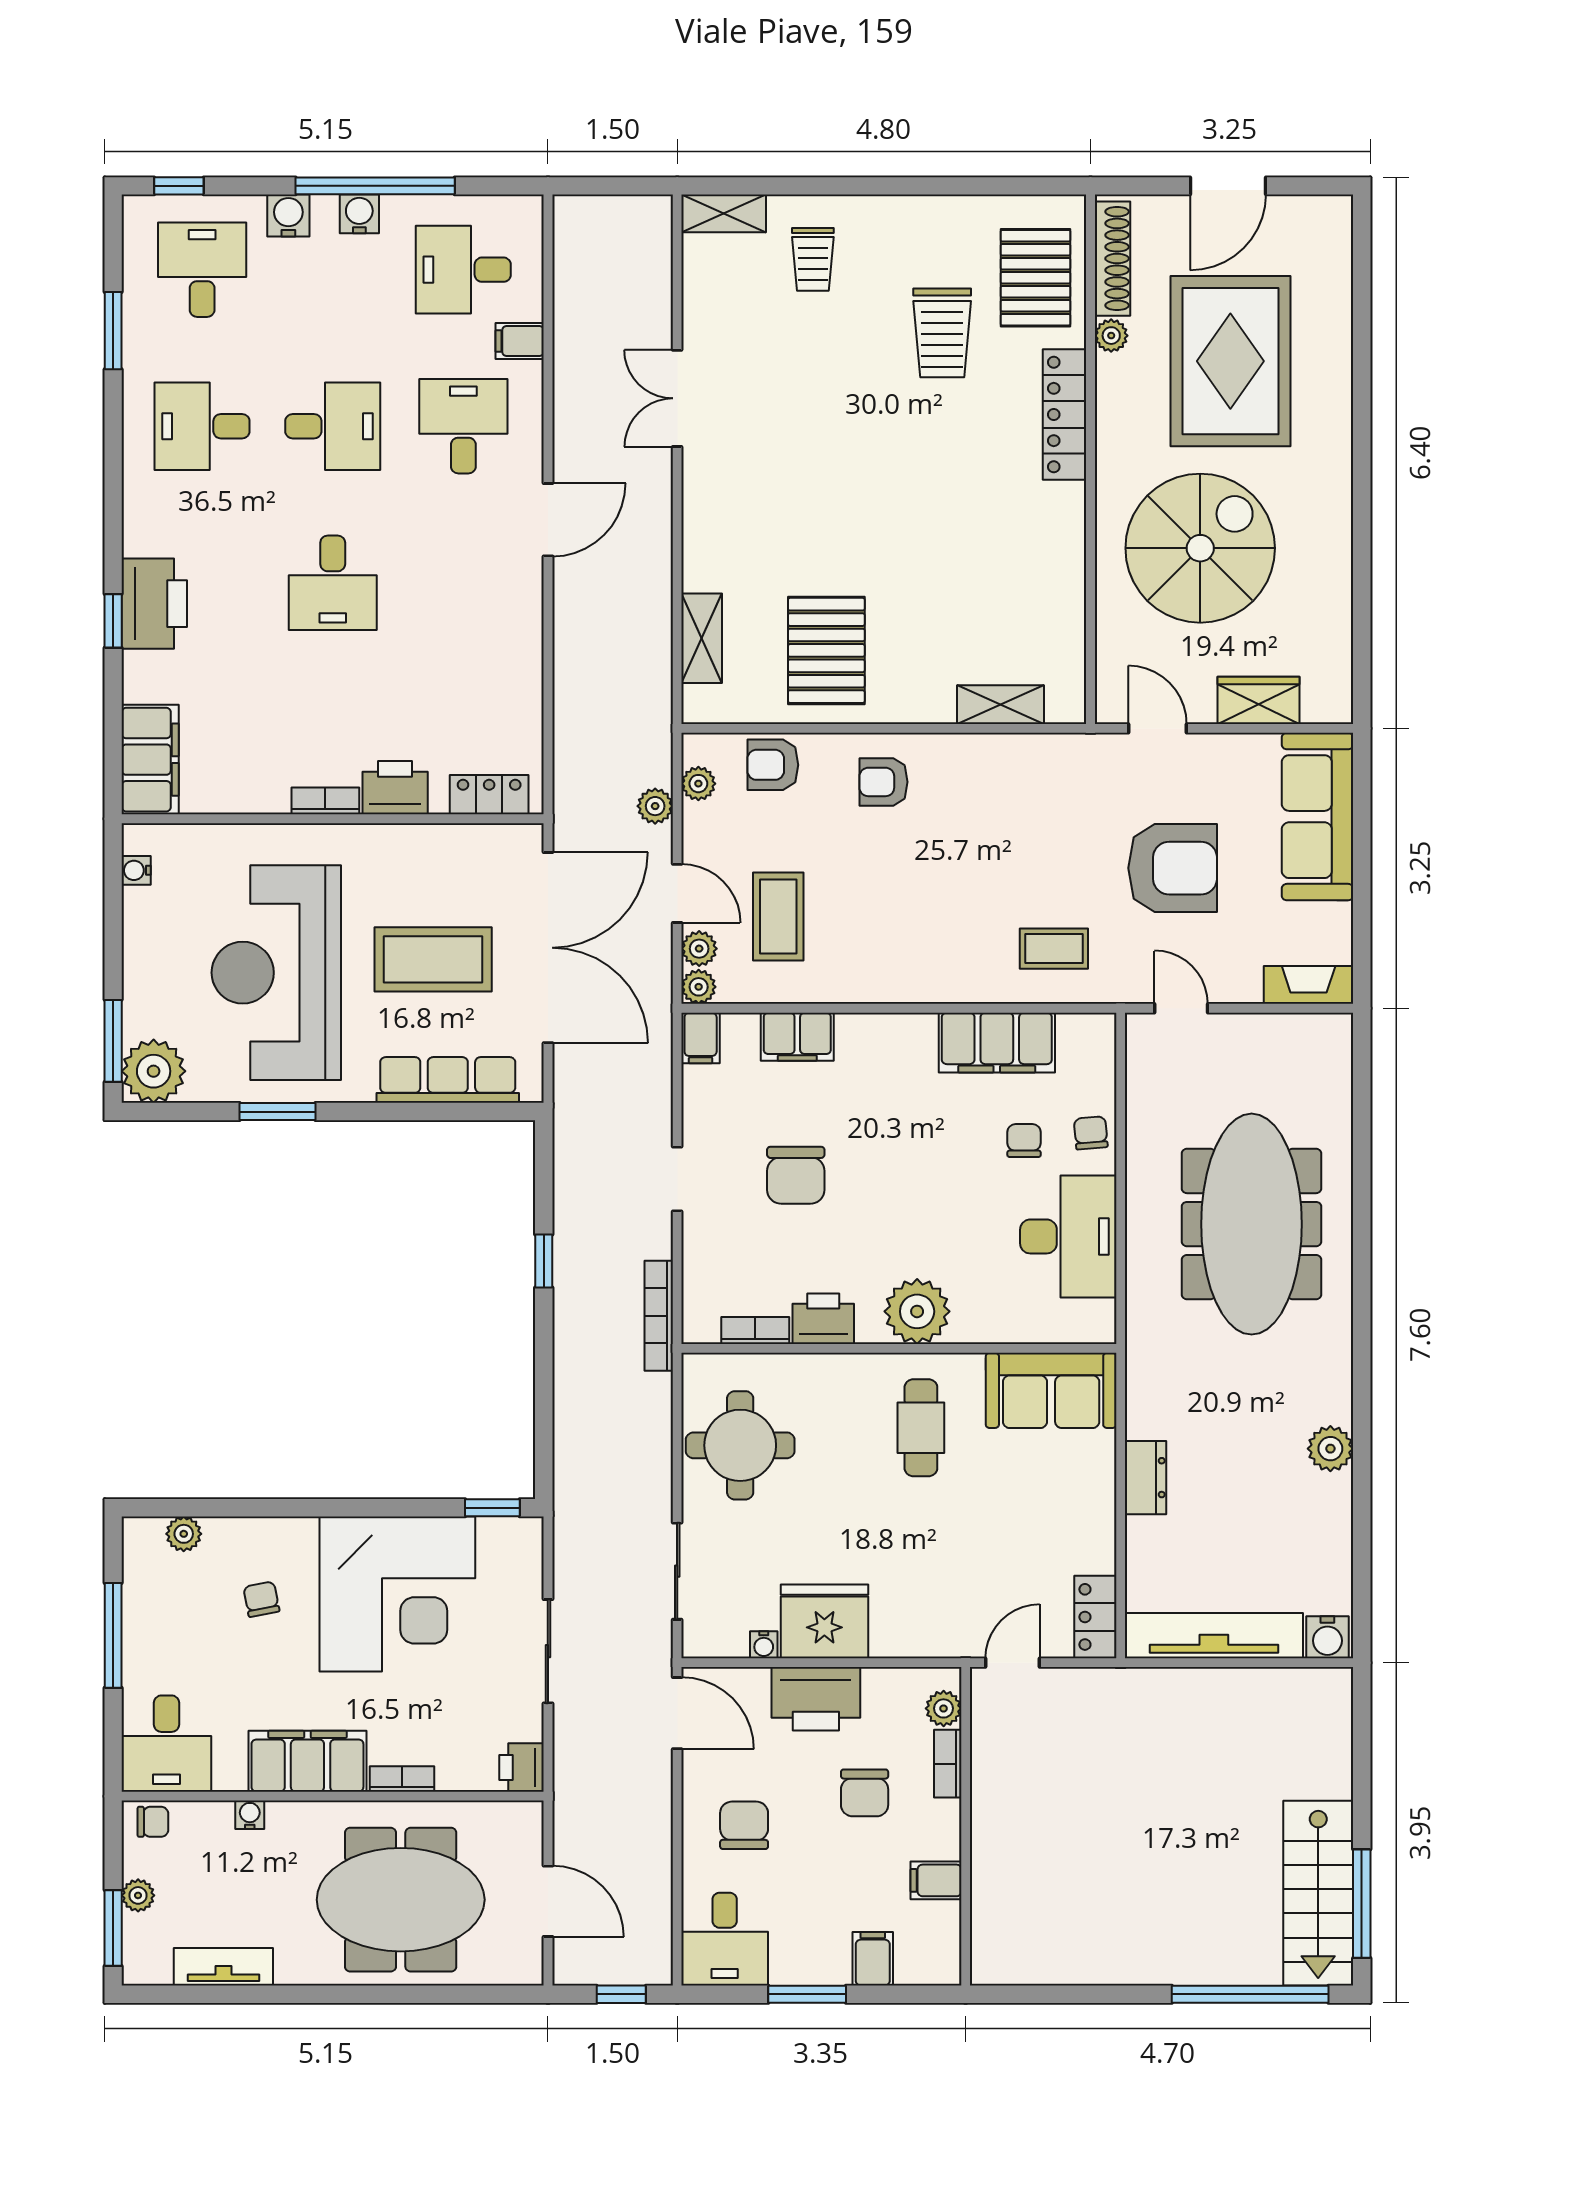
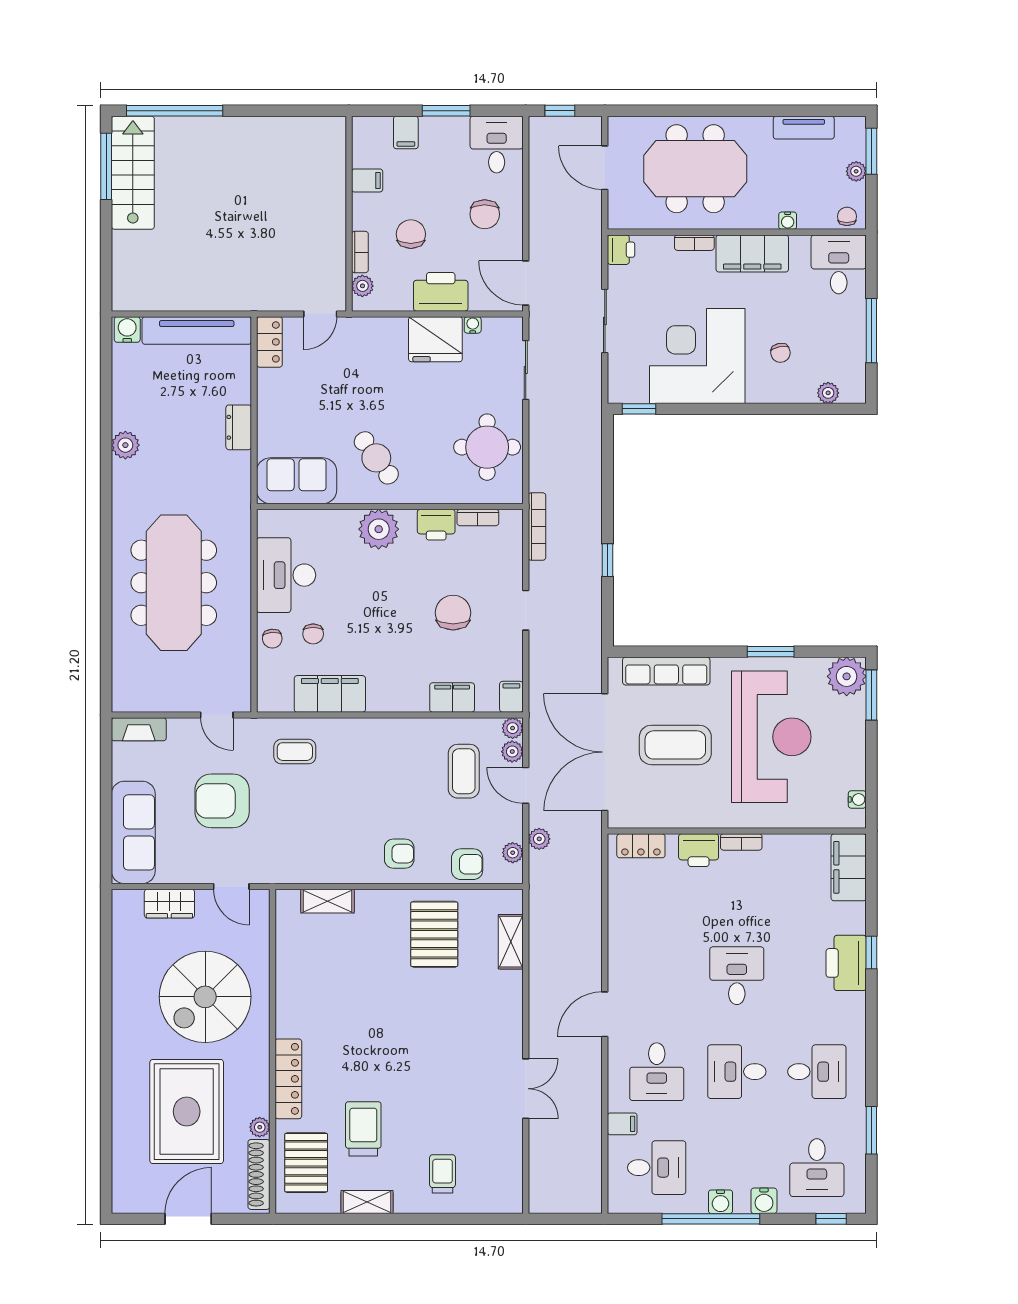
shelving: (724, 213) -> (367, 1202), moved
cafe table: (921, 1428) -> (376, 458), turned -36
chair: (153, 1822) -> (847, 216), turned 90

